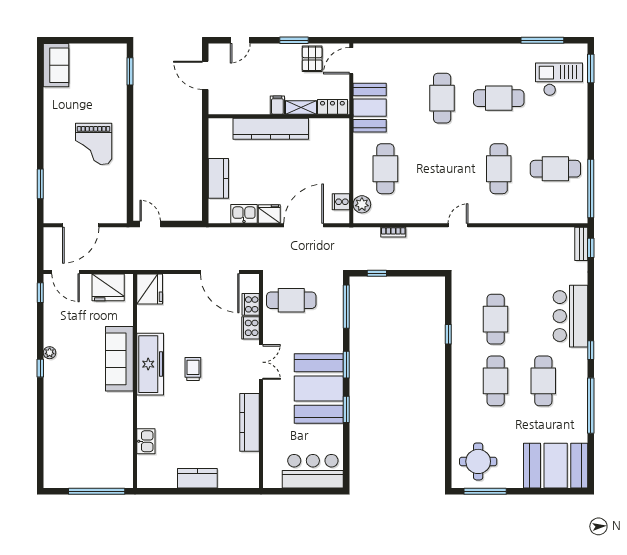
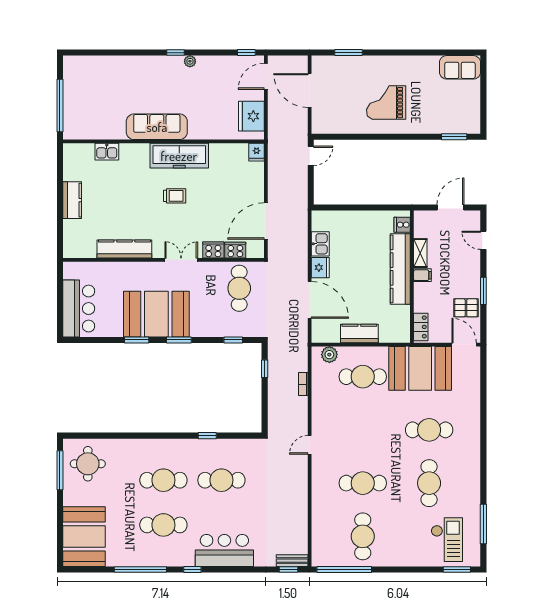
shelving: (301, 107) -> (420, 253), moved
booth: (370, 108) -> (420, 368), width x1.36, depth x1.42
kitchen counter: (218, 178) -> (359, 334), moved, turned 180
cooker: (341, 202) -> (402, 225), moved, turned -90
door: (458, 225) -> (310, 445), swing flipped
fridge: (150, 289) -> (257, 152), width x0.53, depth x0.75
window: (346, 307) -> (233, 340), width x0.46
sofa: (119, 359) -> (157, 127), moved
double door: (261, 362) -> (181, 260), swing flipped

